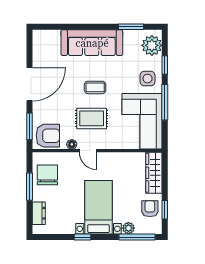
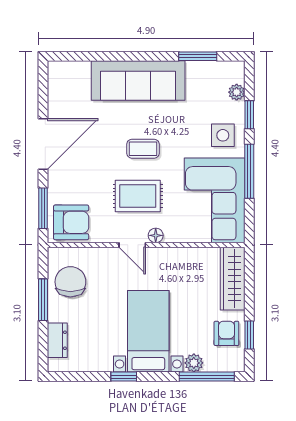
plant: (152, 45) -> (237, 92), width x0.53, depth x0.53
floor lamp: (72, 144) -> (156, 235), moved

